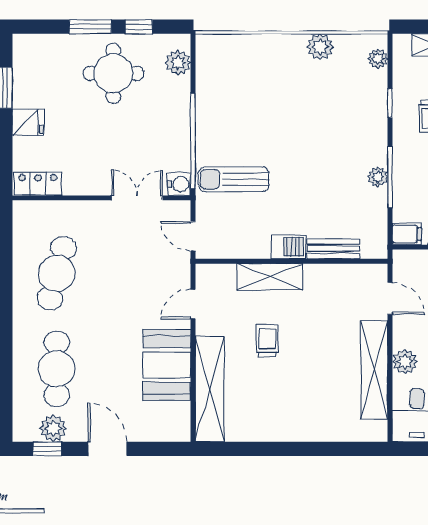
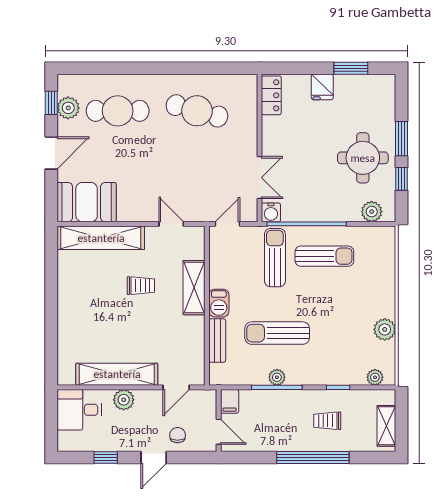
sun lounger: (232, 120) -> (324, 256), added
sun lounger: (325, 177) -> (277, 333), added
booth: (167, 365) -> (87, 202), moved

